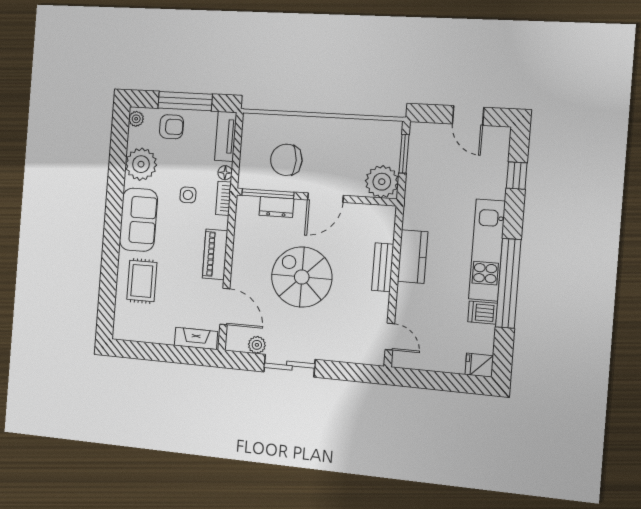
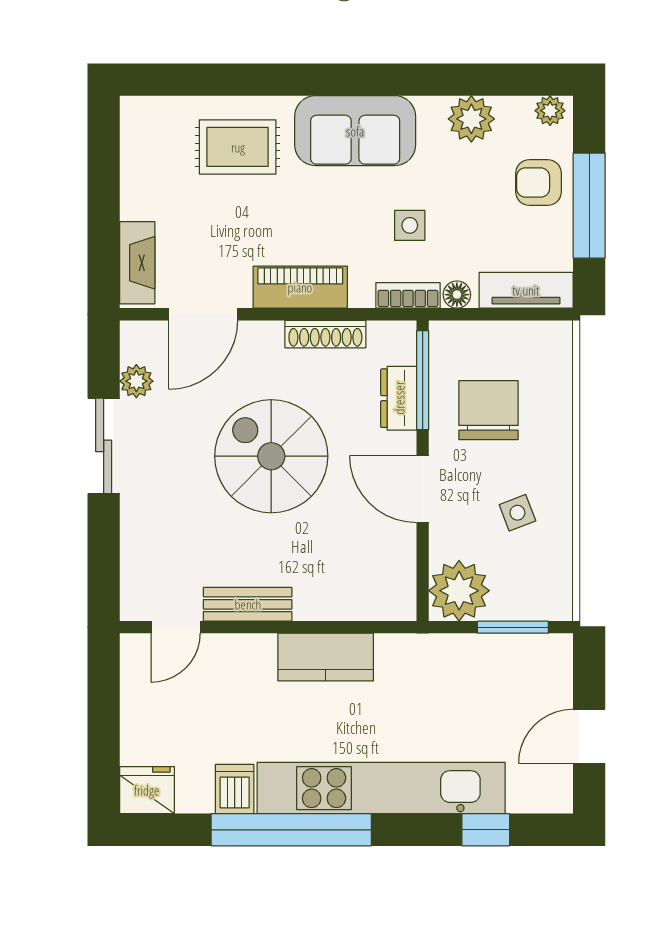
armchair: (171, 127) -> (539, 183), turned 90
side table: (342, 148) -> (517, 513), added
plant: (141, 164) -> (471, 119), width x0.73, depth x0.73
shoe rack: (240, 243) -> (325, 334), added
kitchen unit: (487, 250) -> (381, 788), width x1.36
bench: (383, 267) -> (248, 604), moved
spiral stairs: (302, 277) -> (271, 456), turned -90
fridge: (479, 365) -> (147, 790), width x1.38

